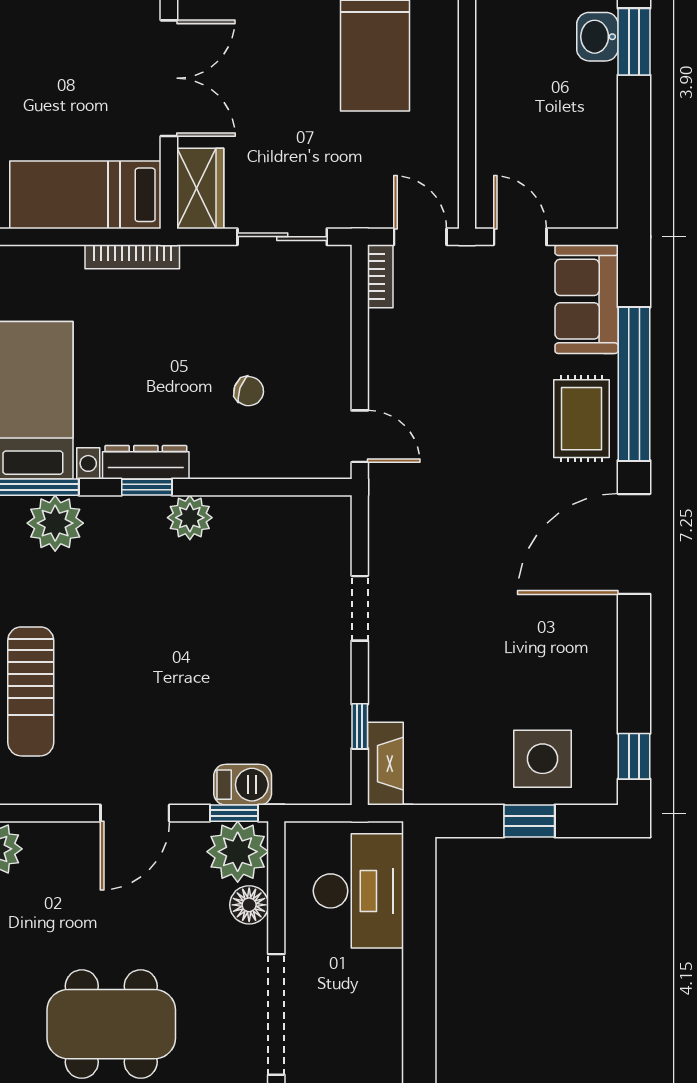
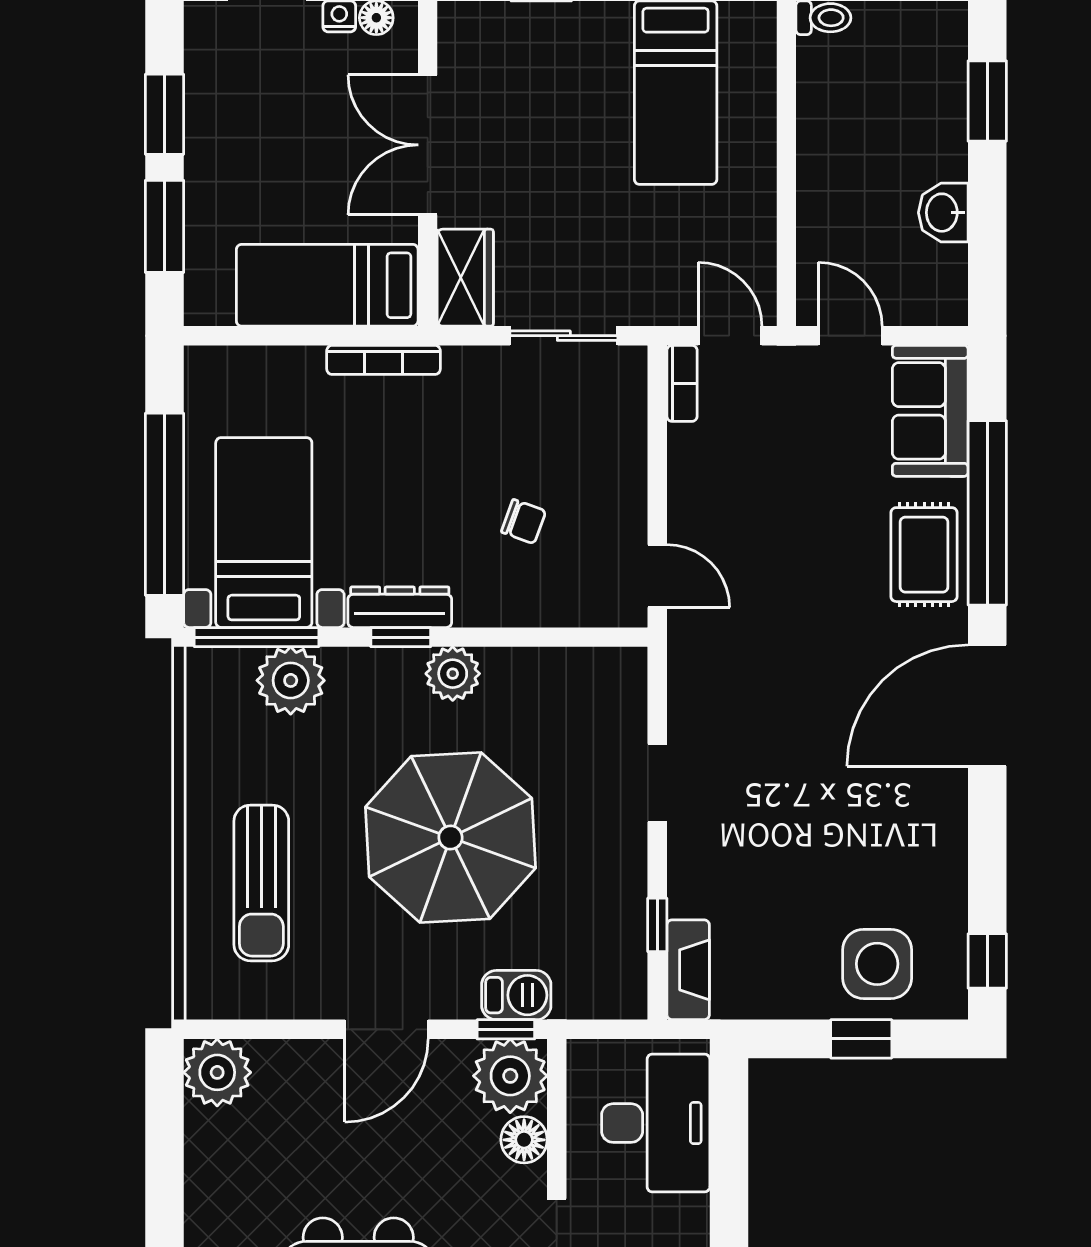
washbasin: (597, 37) -> (943, 213), moved
double door: (169, 78) -> (428, 145), swing flipped
parasol: (188, 654) -> (451, 838), added

